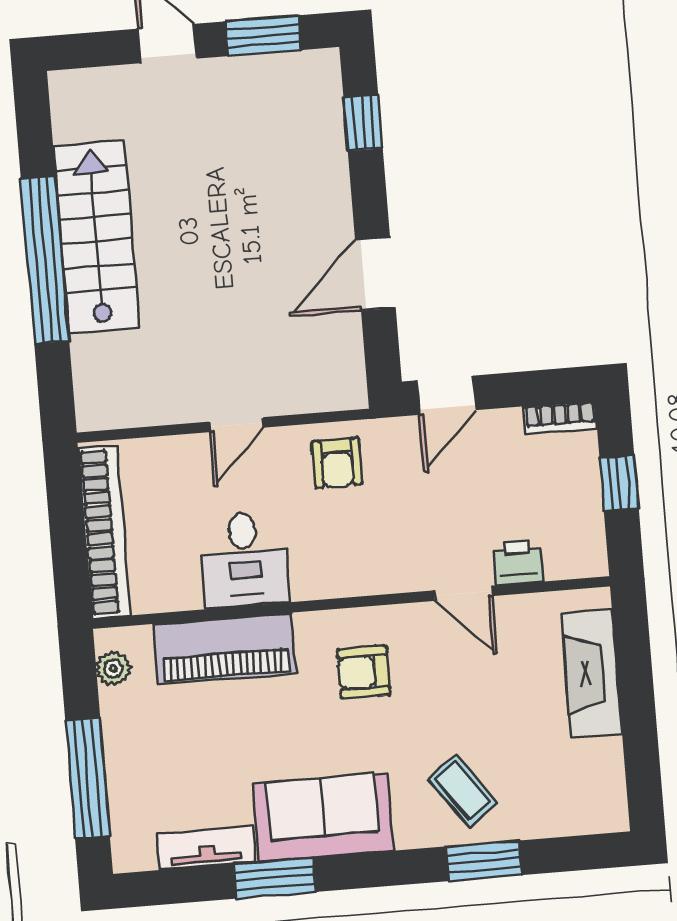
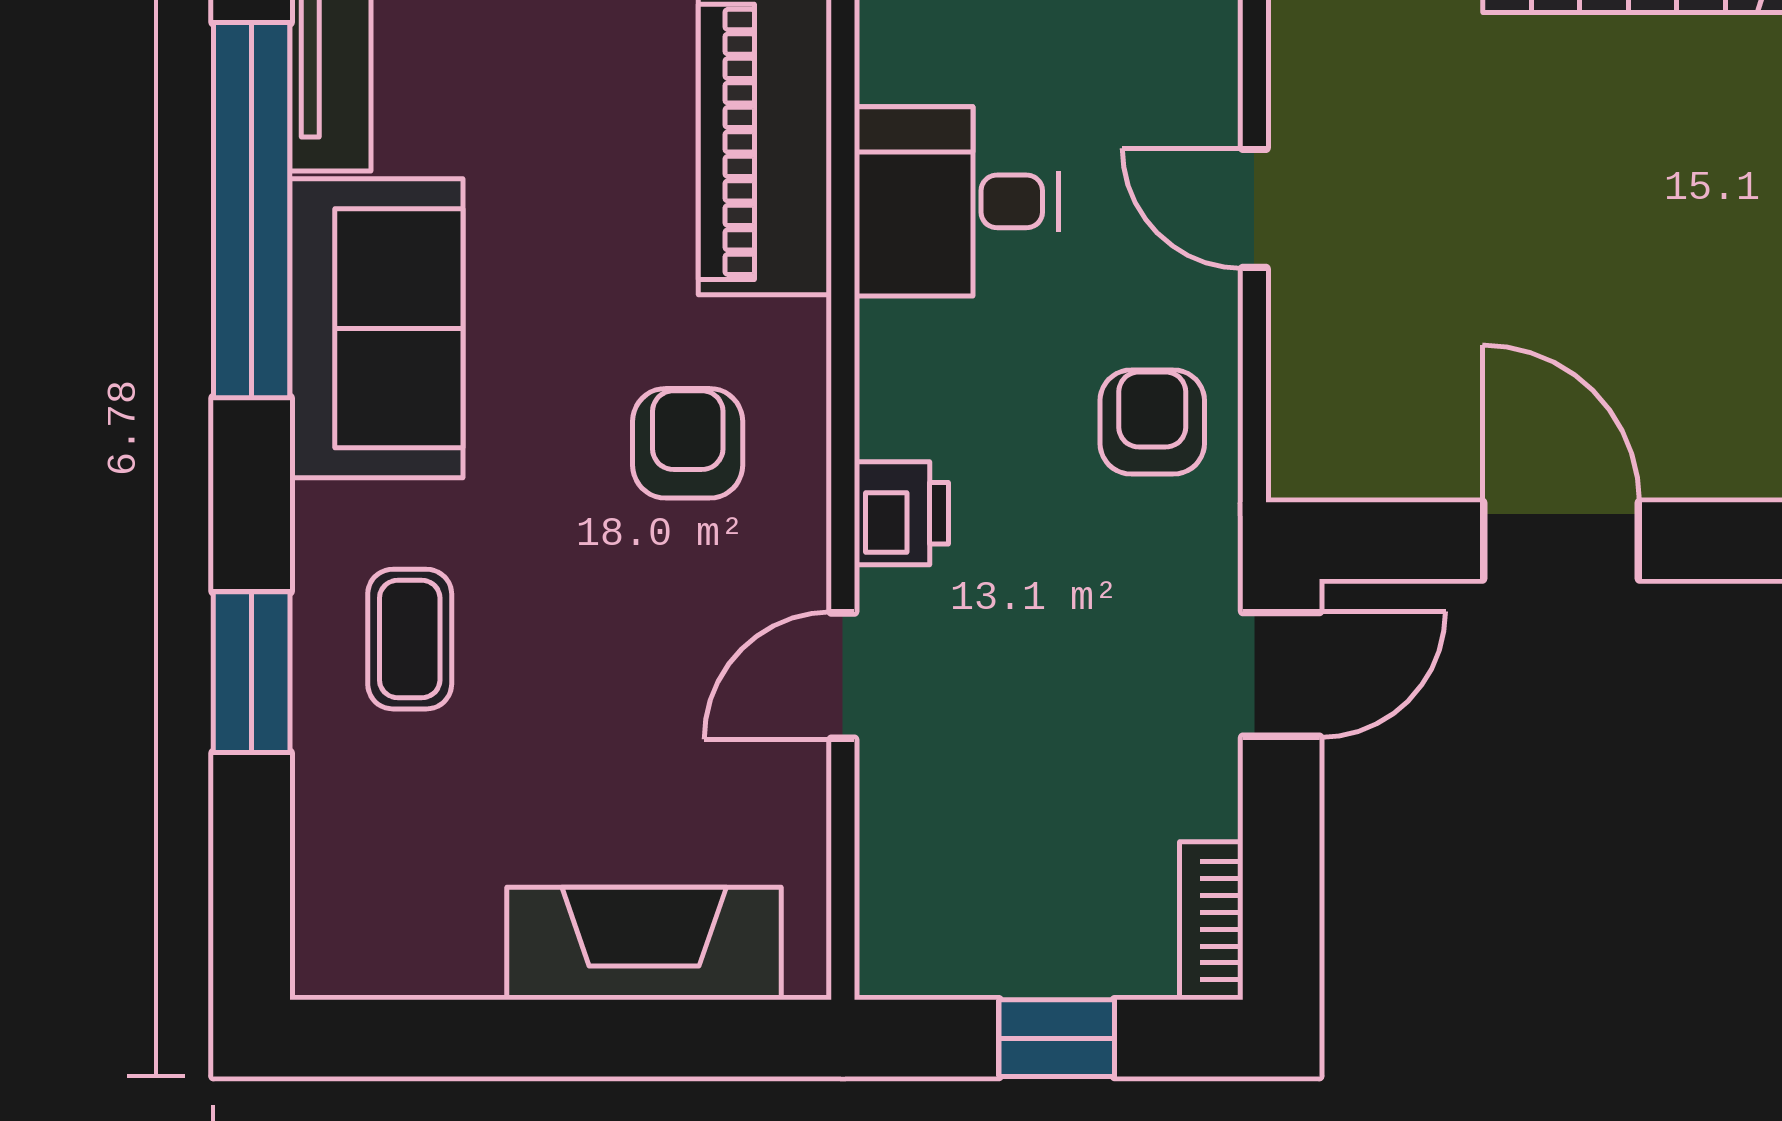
door: (446, 395) -> (1281, 674), swing flipped
armchair: (337, 463) -> (1152, 422), turned 90
printer: (518, 562) -> (901, 513), moved
coffee table: (463, 791) -> (410, 639), turned -54
window: (275, 878) -> (252, 210), width x2.11

